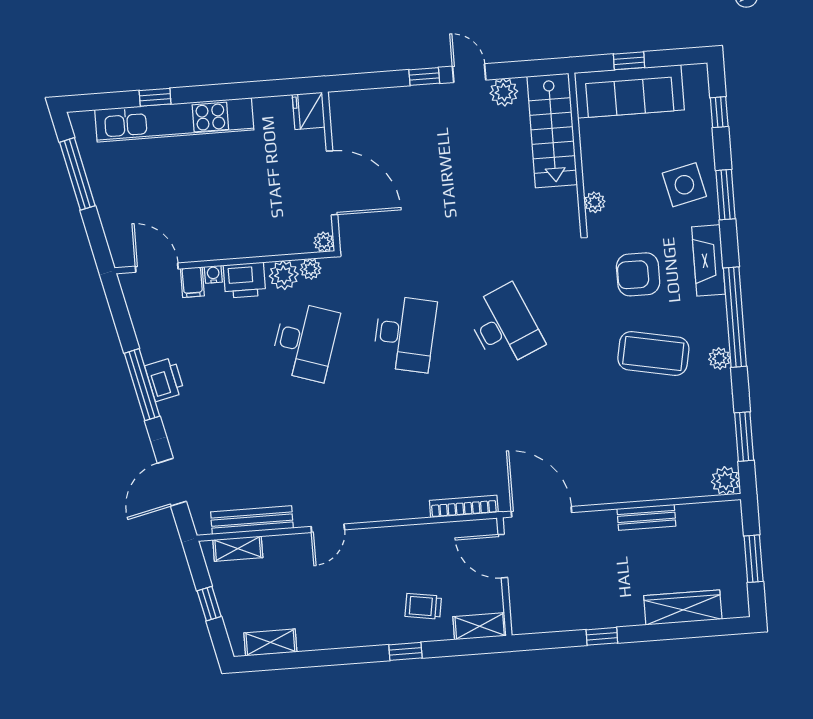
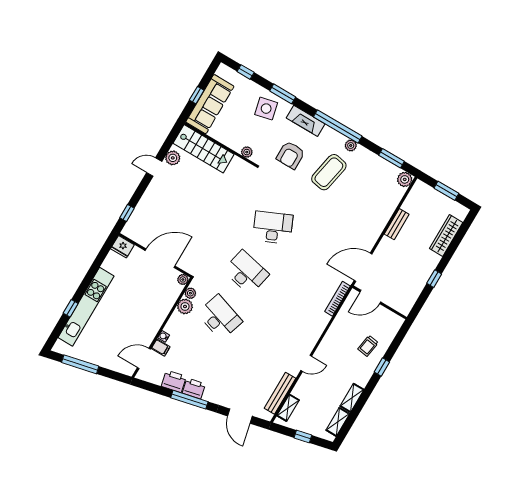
window: (424, 77) -> (127, 213), moved
printer: (244, 280) -> (174, 381), moved, turned -103
door: (328, 528) -> (306, 363), hinge flipped
shelving: (480, 626) -> (352, 398), moved

